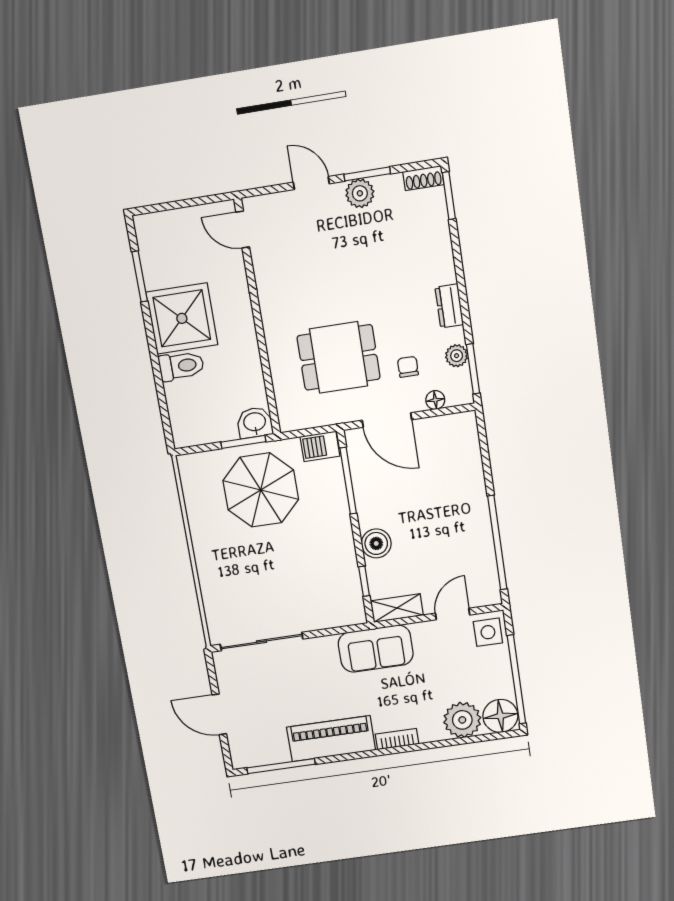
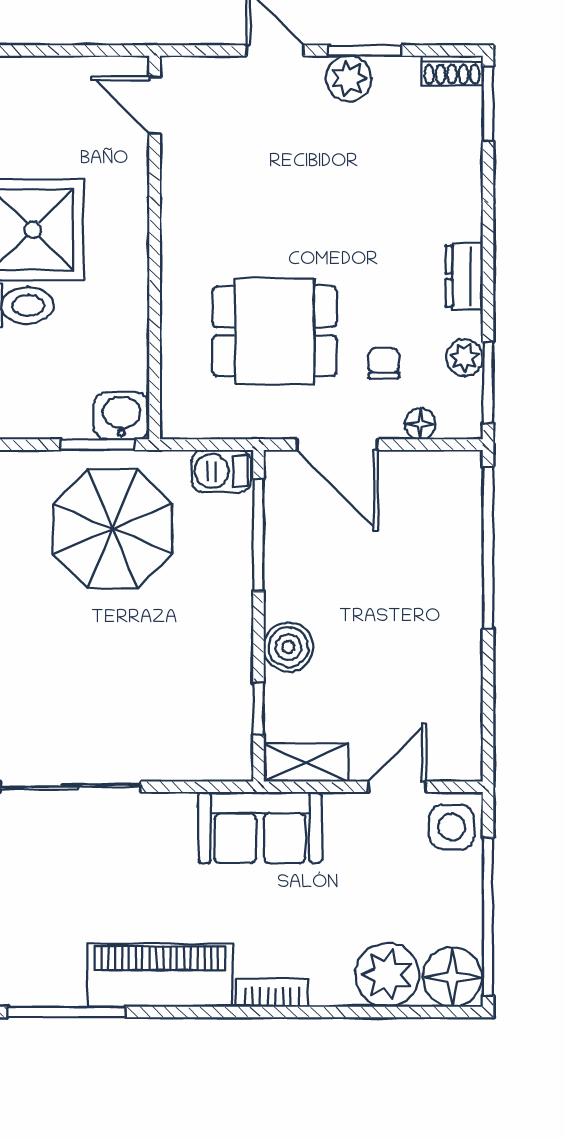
window: (497, 543) -> (488, 548), moved

